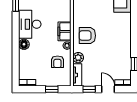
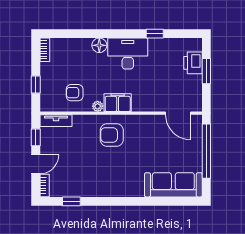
armchair: (87, 36) -> (112, 135), turned -90
plant: (78, 58) -> (80, 122), removed

